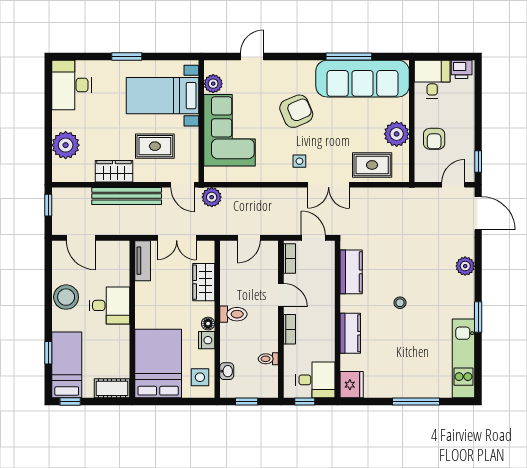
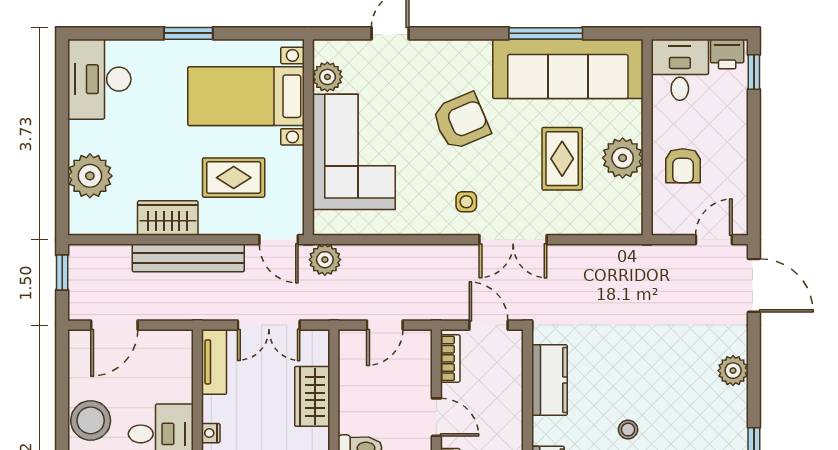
window: (478, 162) -> (754, 72), moved
rug: (372, 165) -> (562, 159), moved, turned 90
door: (81, 238) -> (114, 325), hinge flipped
nightstand: (141, 305) -> (211, 433), added

